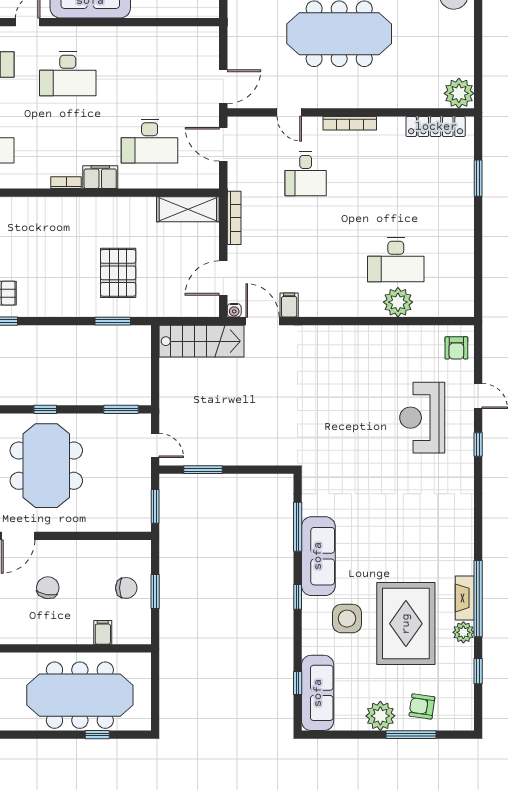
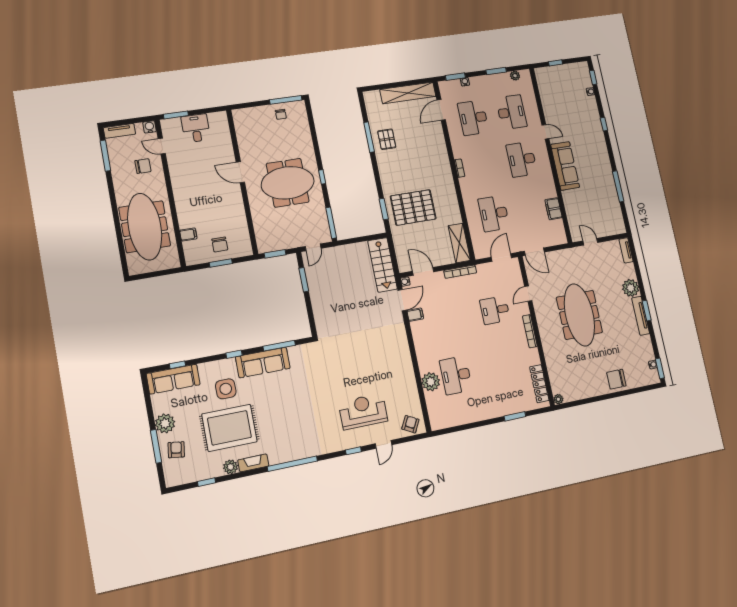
plant: (459, 93) -> (558, 399), width x0.53, depth x0.53
filing cabinet: (100, 177) -> (554, 209), moved, turned 180
pallet: (118, 273) -> (413, 207), width x1.37, depth x1.41
armchair: (456, 348) -> (410, 424), turned 118
window: (121, 409) -> (331, 223), width x1.44
chair: (48, 588) -> (211, 196), removed
window: (478, 599) -> (292, 464), moved
window: (97, 735) -> (120, 242), removed

